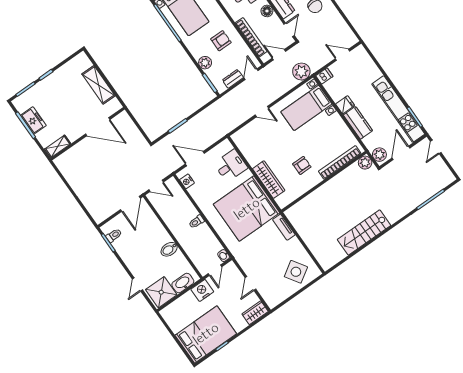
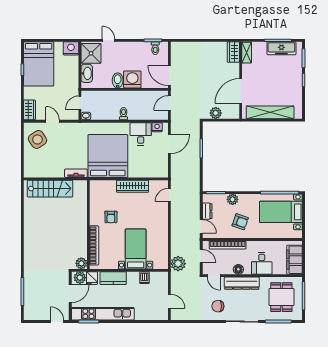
armchair: (221, 41) -> (240, 222), turned -71
door: (279, 55) -> (201, 256), hinge flipped
door: (343, 55) -> (169, 301), hinge flipped
dishwasher: (324, 76) -> (144, 278), moved
shelving: (98, 85) -> (270, 112), width x1.47
fridge: (345, 105) -> (92, 278), moved
bed with nightstands: (306, 108) -> (136, 249), moved
door: (262, 112) -> (169, 195), moved
freezer: (33, 120) -> (281, 48), width x1.40
plant: (135, 136) -> (216, 113), added
door: (401, 153) -> (70, 294), hinge flipped
wardrobe: (66, 159) -> (233, 52), added
desk: (231, 166) -> (141, 134), moved, turned 180
wardrobe: (269, 180) -> (133, 186), moved
stairs: (364, 232) -> (50, 189), moved, turned 90
washing machine: (158, 236) -> (132, 79), added
door: (215, 270) -> (80, 103), hinge flipped
side table: (296, 272) -> (38, 139), moved
nightstand: (202, 290) -> (71, 48), moved, turned -90

